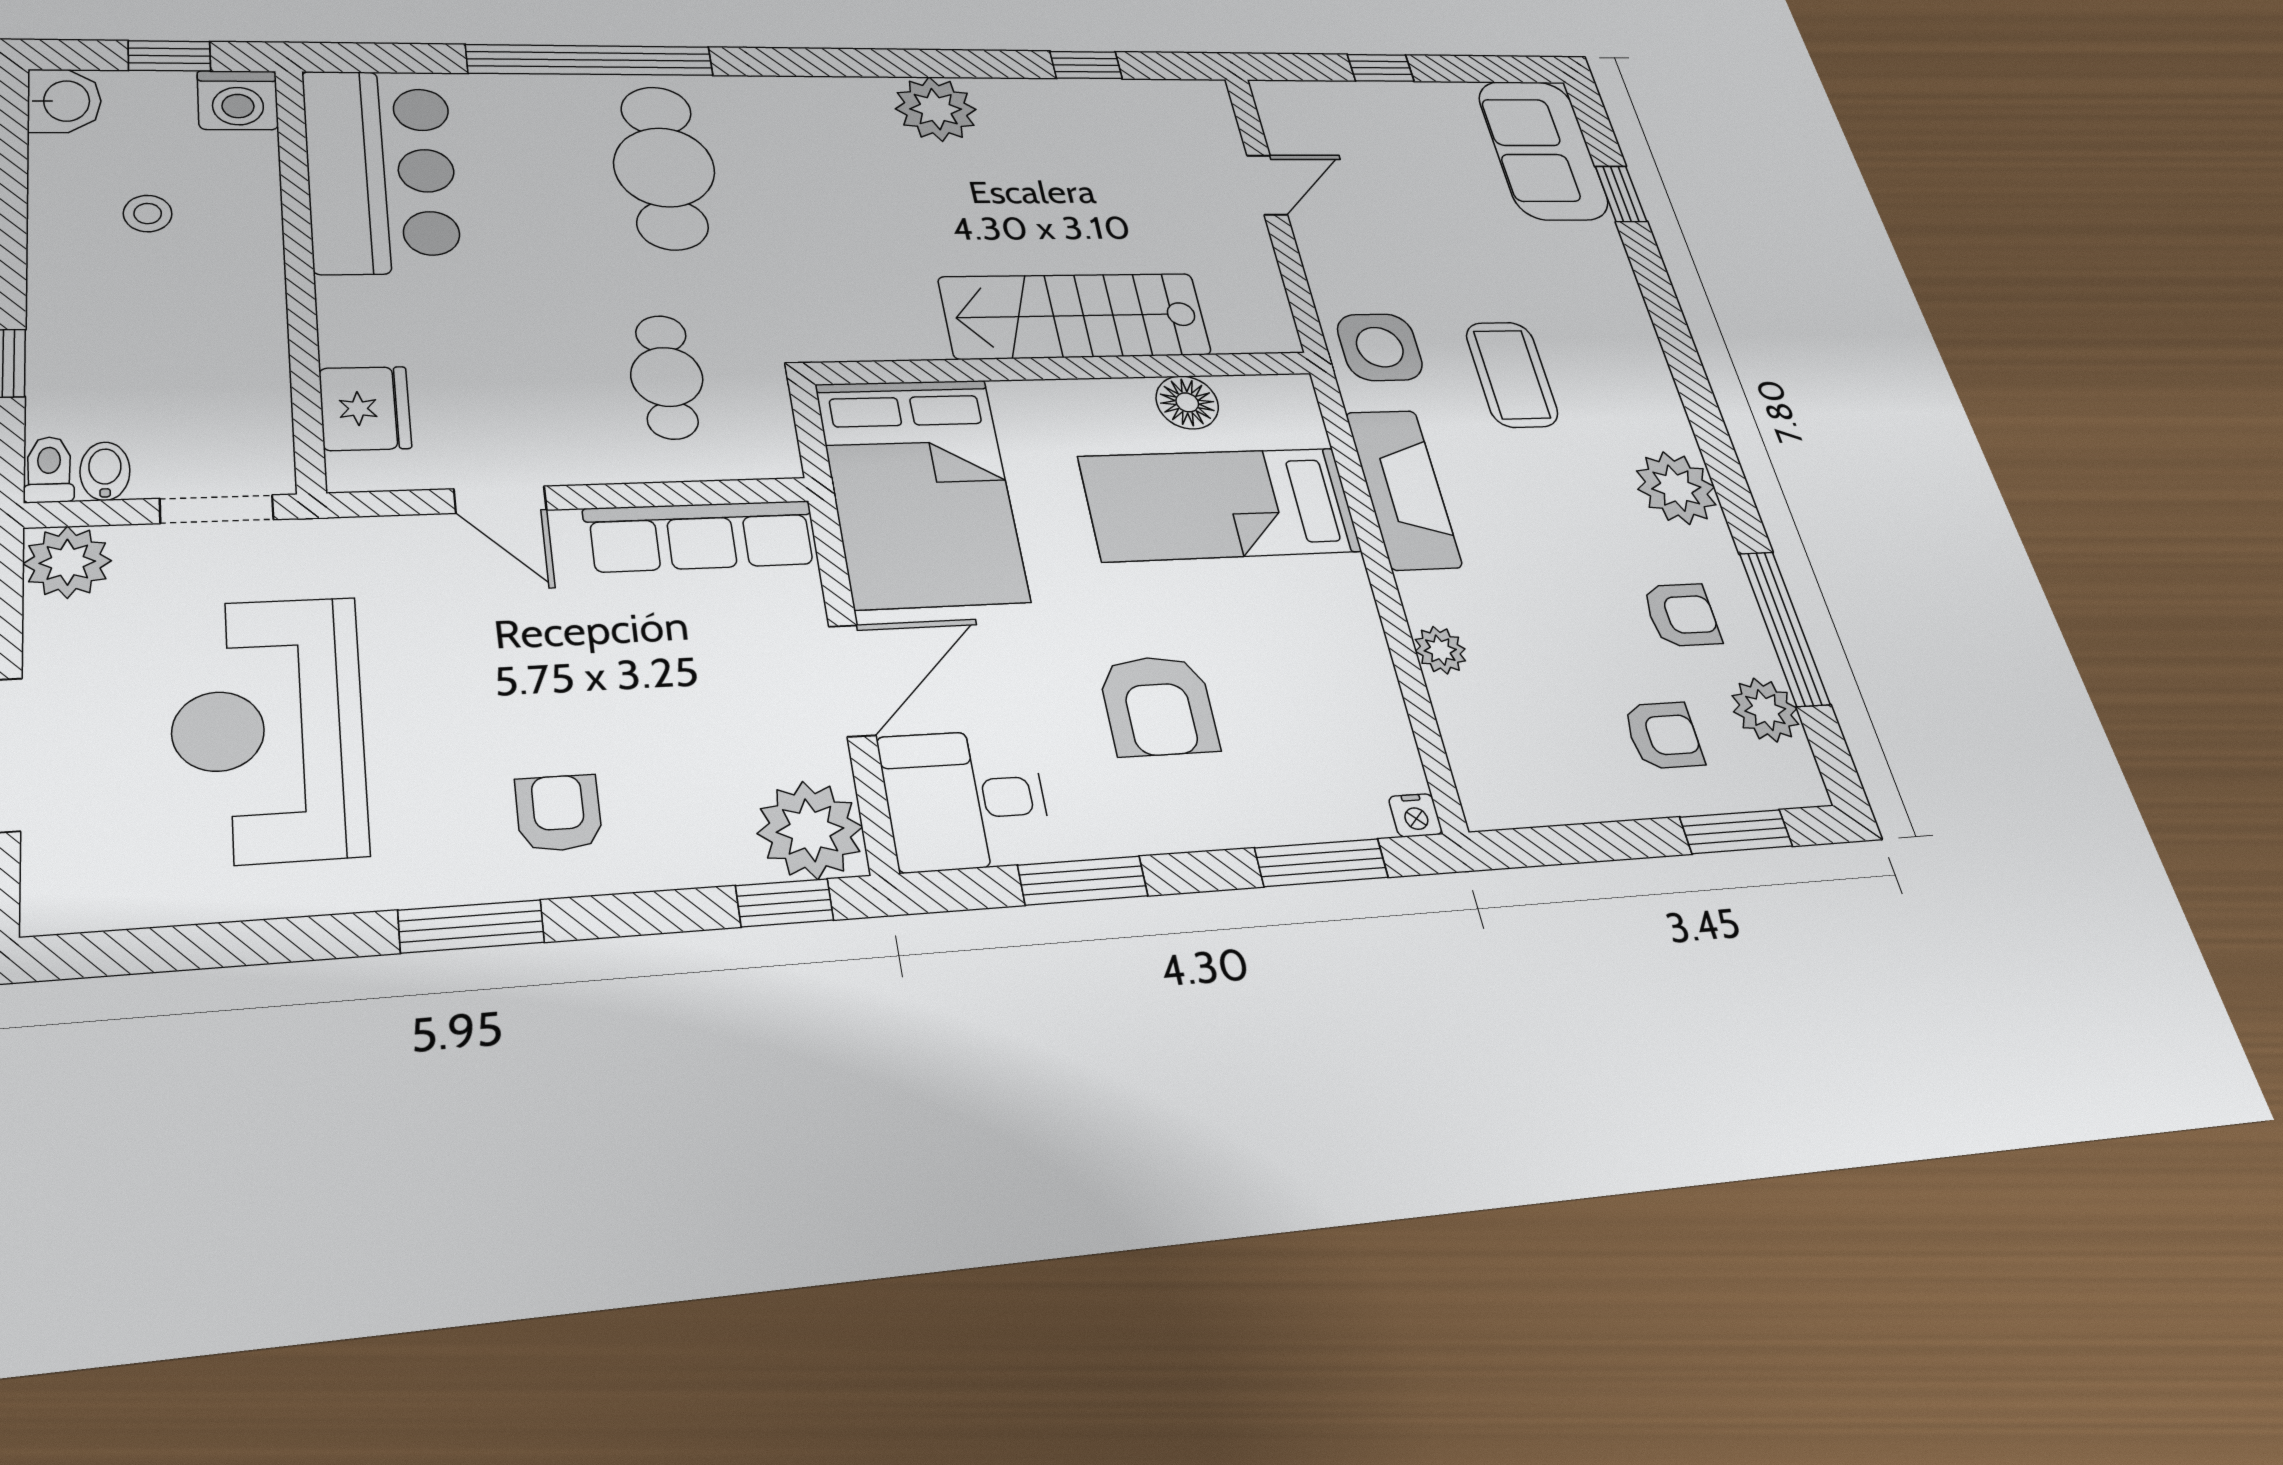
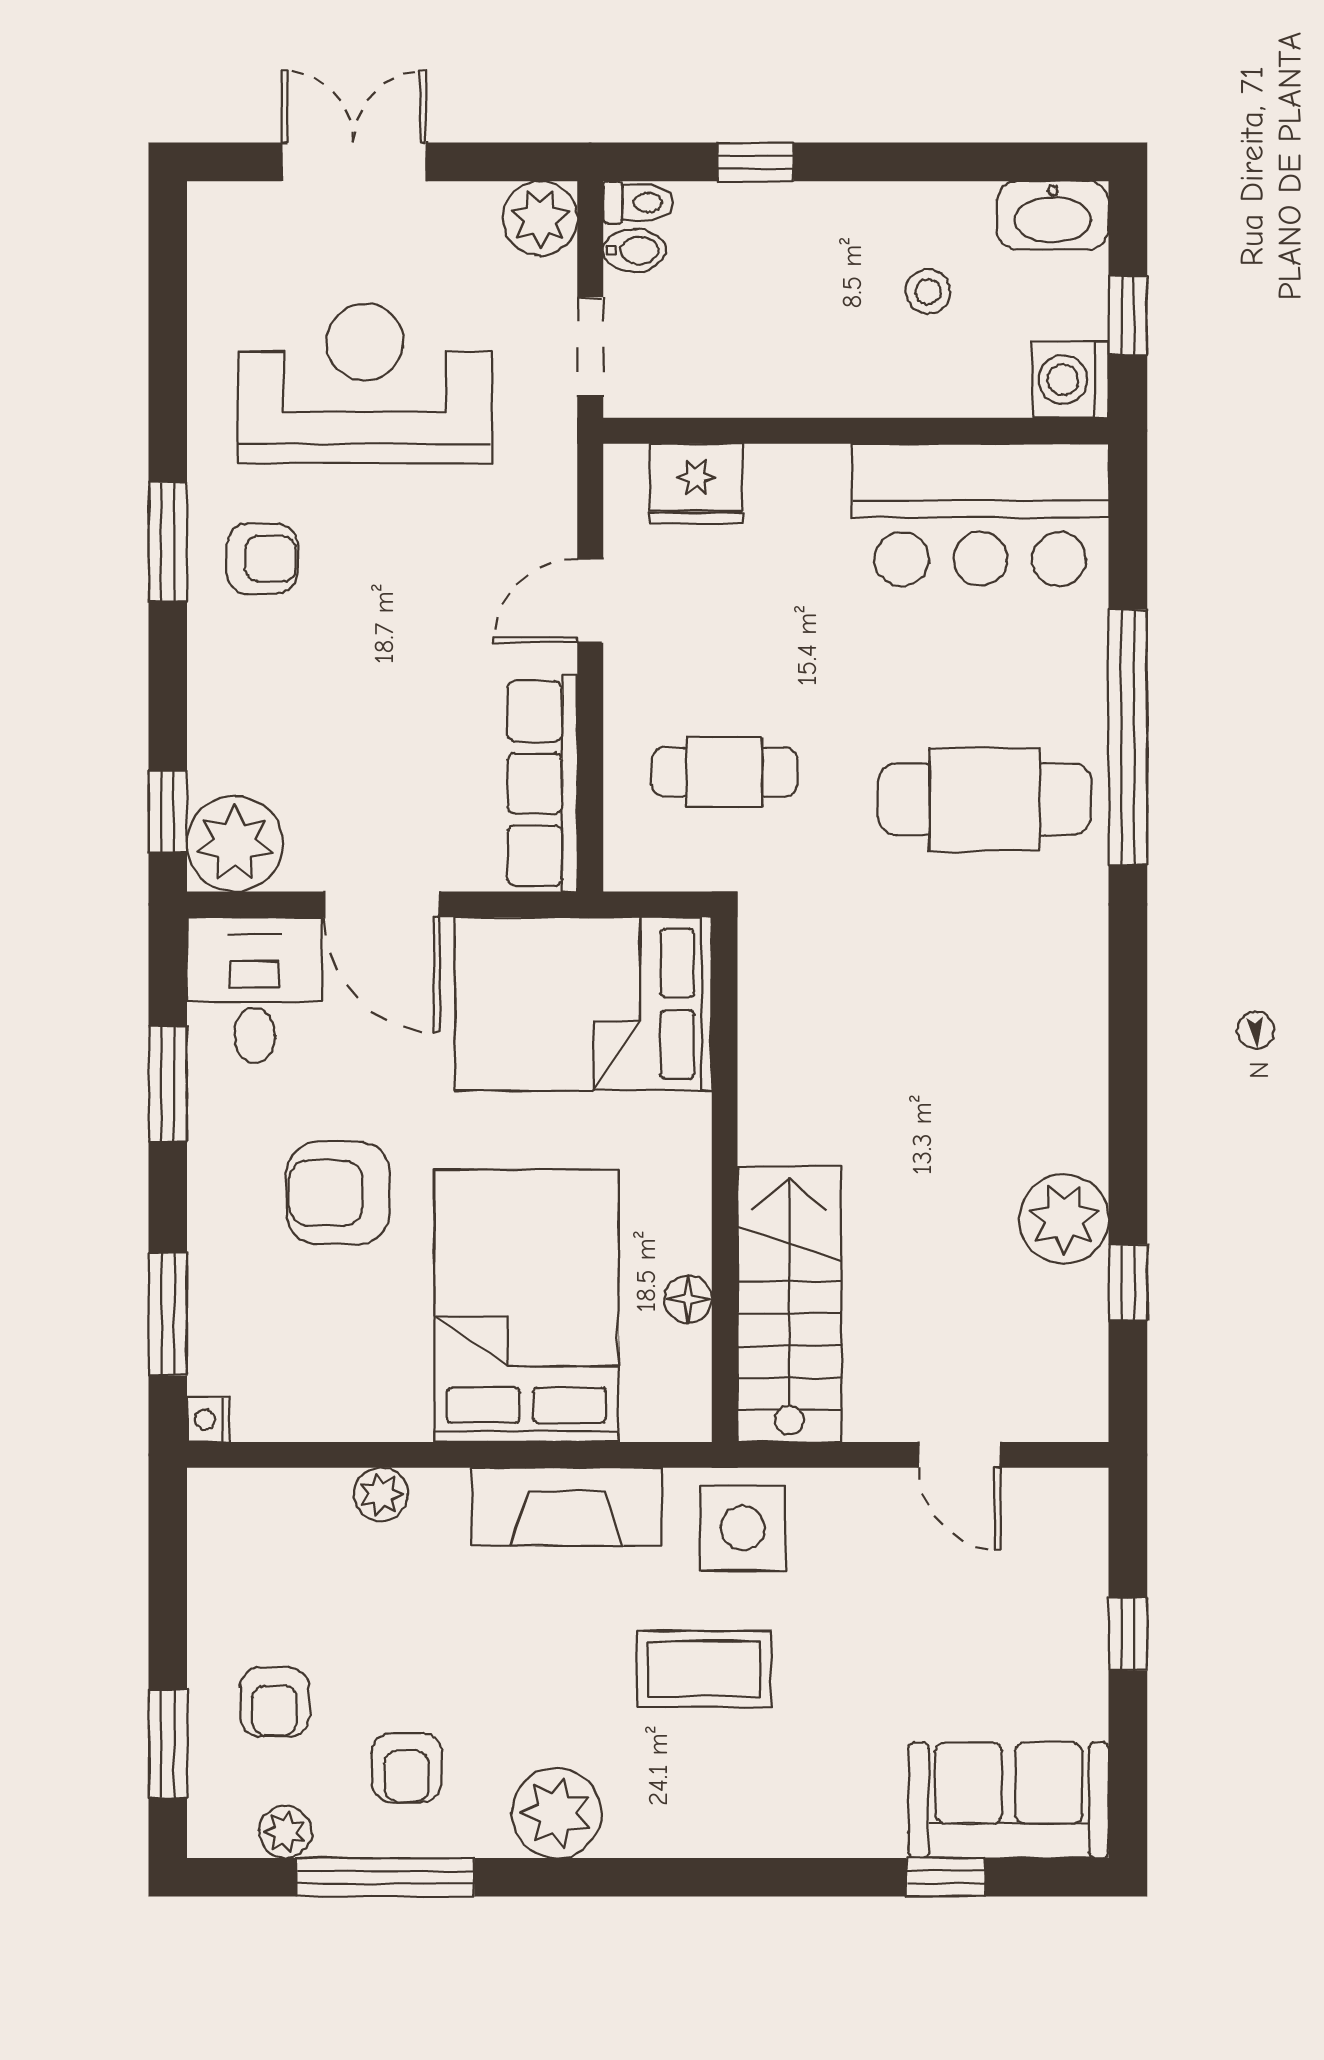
washbasin: (64, 101) -> (1053, 215), width x1.38
plant: (936, 109) -> (1064, 1219), moved
stairs: (1075, 316) -> (789, 1304), moved
floor lamp: (1187, 402) -> (688, 1299), width x0.73, depth x0.73
bed: (1220, 504) -> (526, 1306), width x1.50
plant: (1765, 710) -> (285, 1832), width x0.73, depth x0.73
armchair: (559, 813) -> (262, 559), moved

